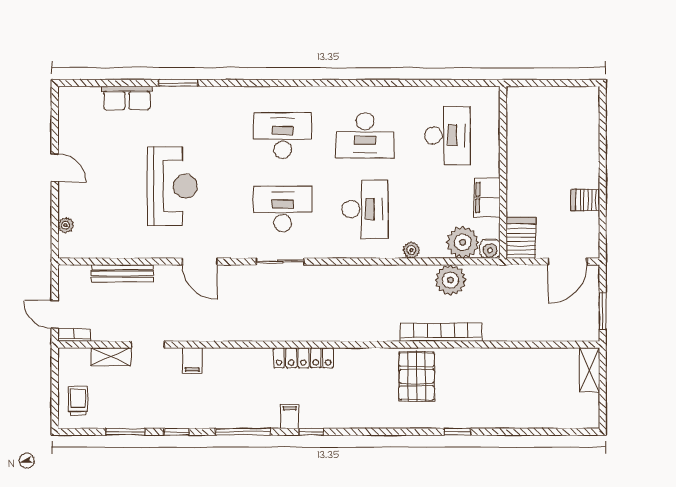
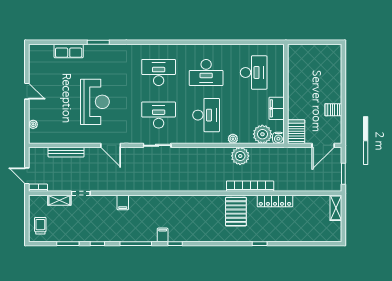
plant: (450, 280) -> (240, 156), moved
locker: (303, 358) -> (275, 201), moved
filing cabinet: (192, 360) -> (123, 202), moved

